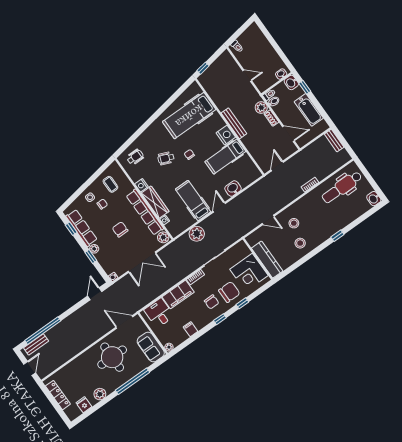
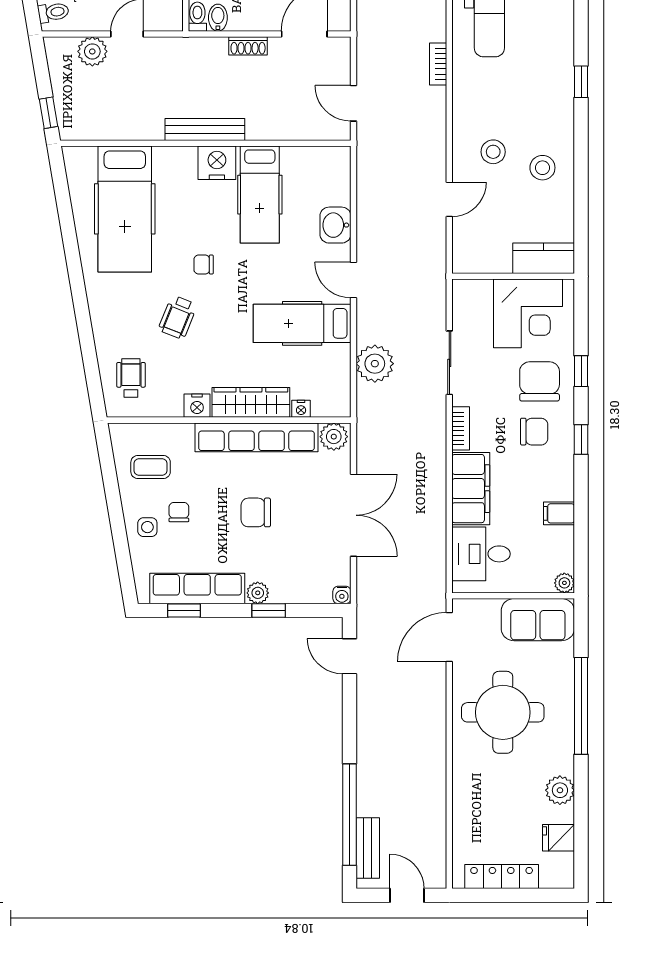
plant: (261, 108) -> (92, 51), moved
kitchen counter: (267, 260) -> (544, 258), width x0.67

